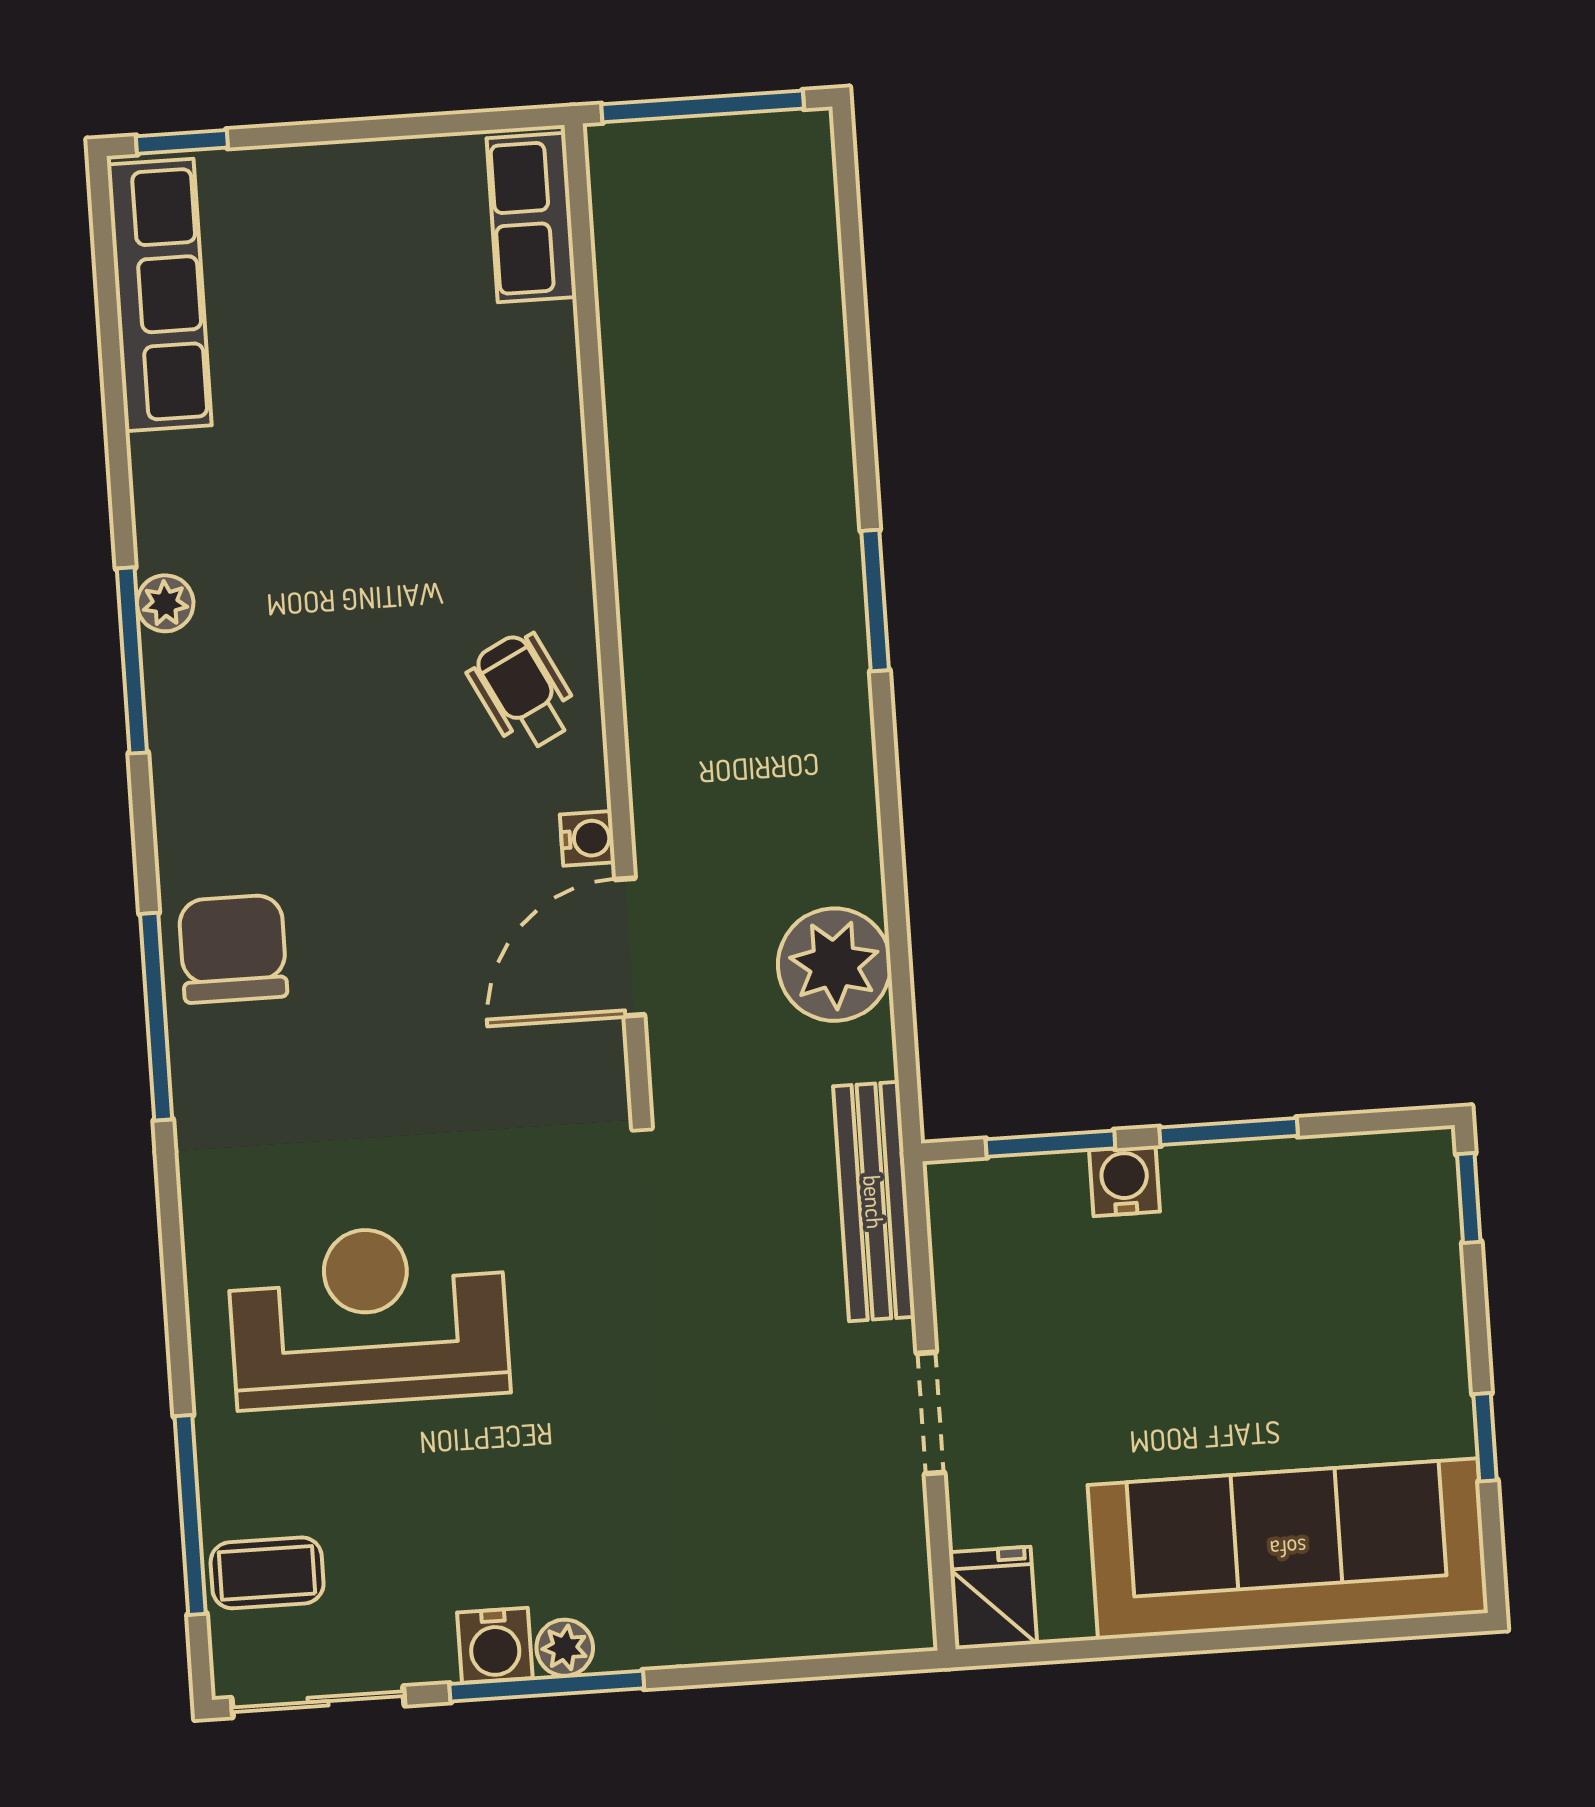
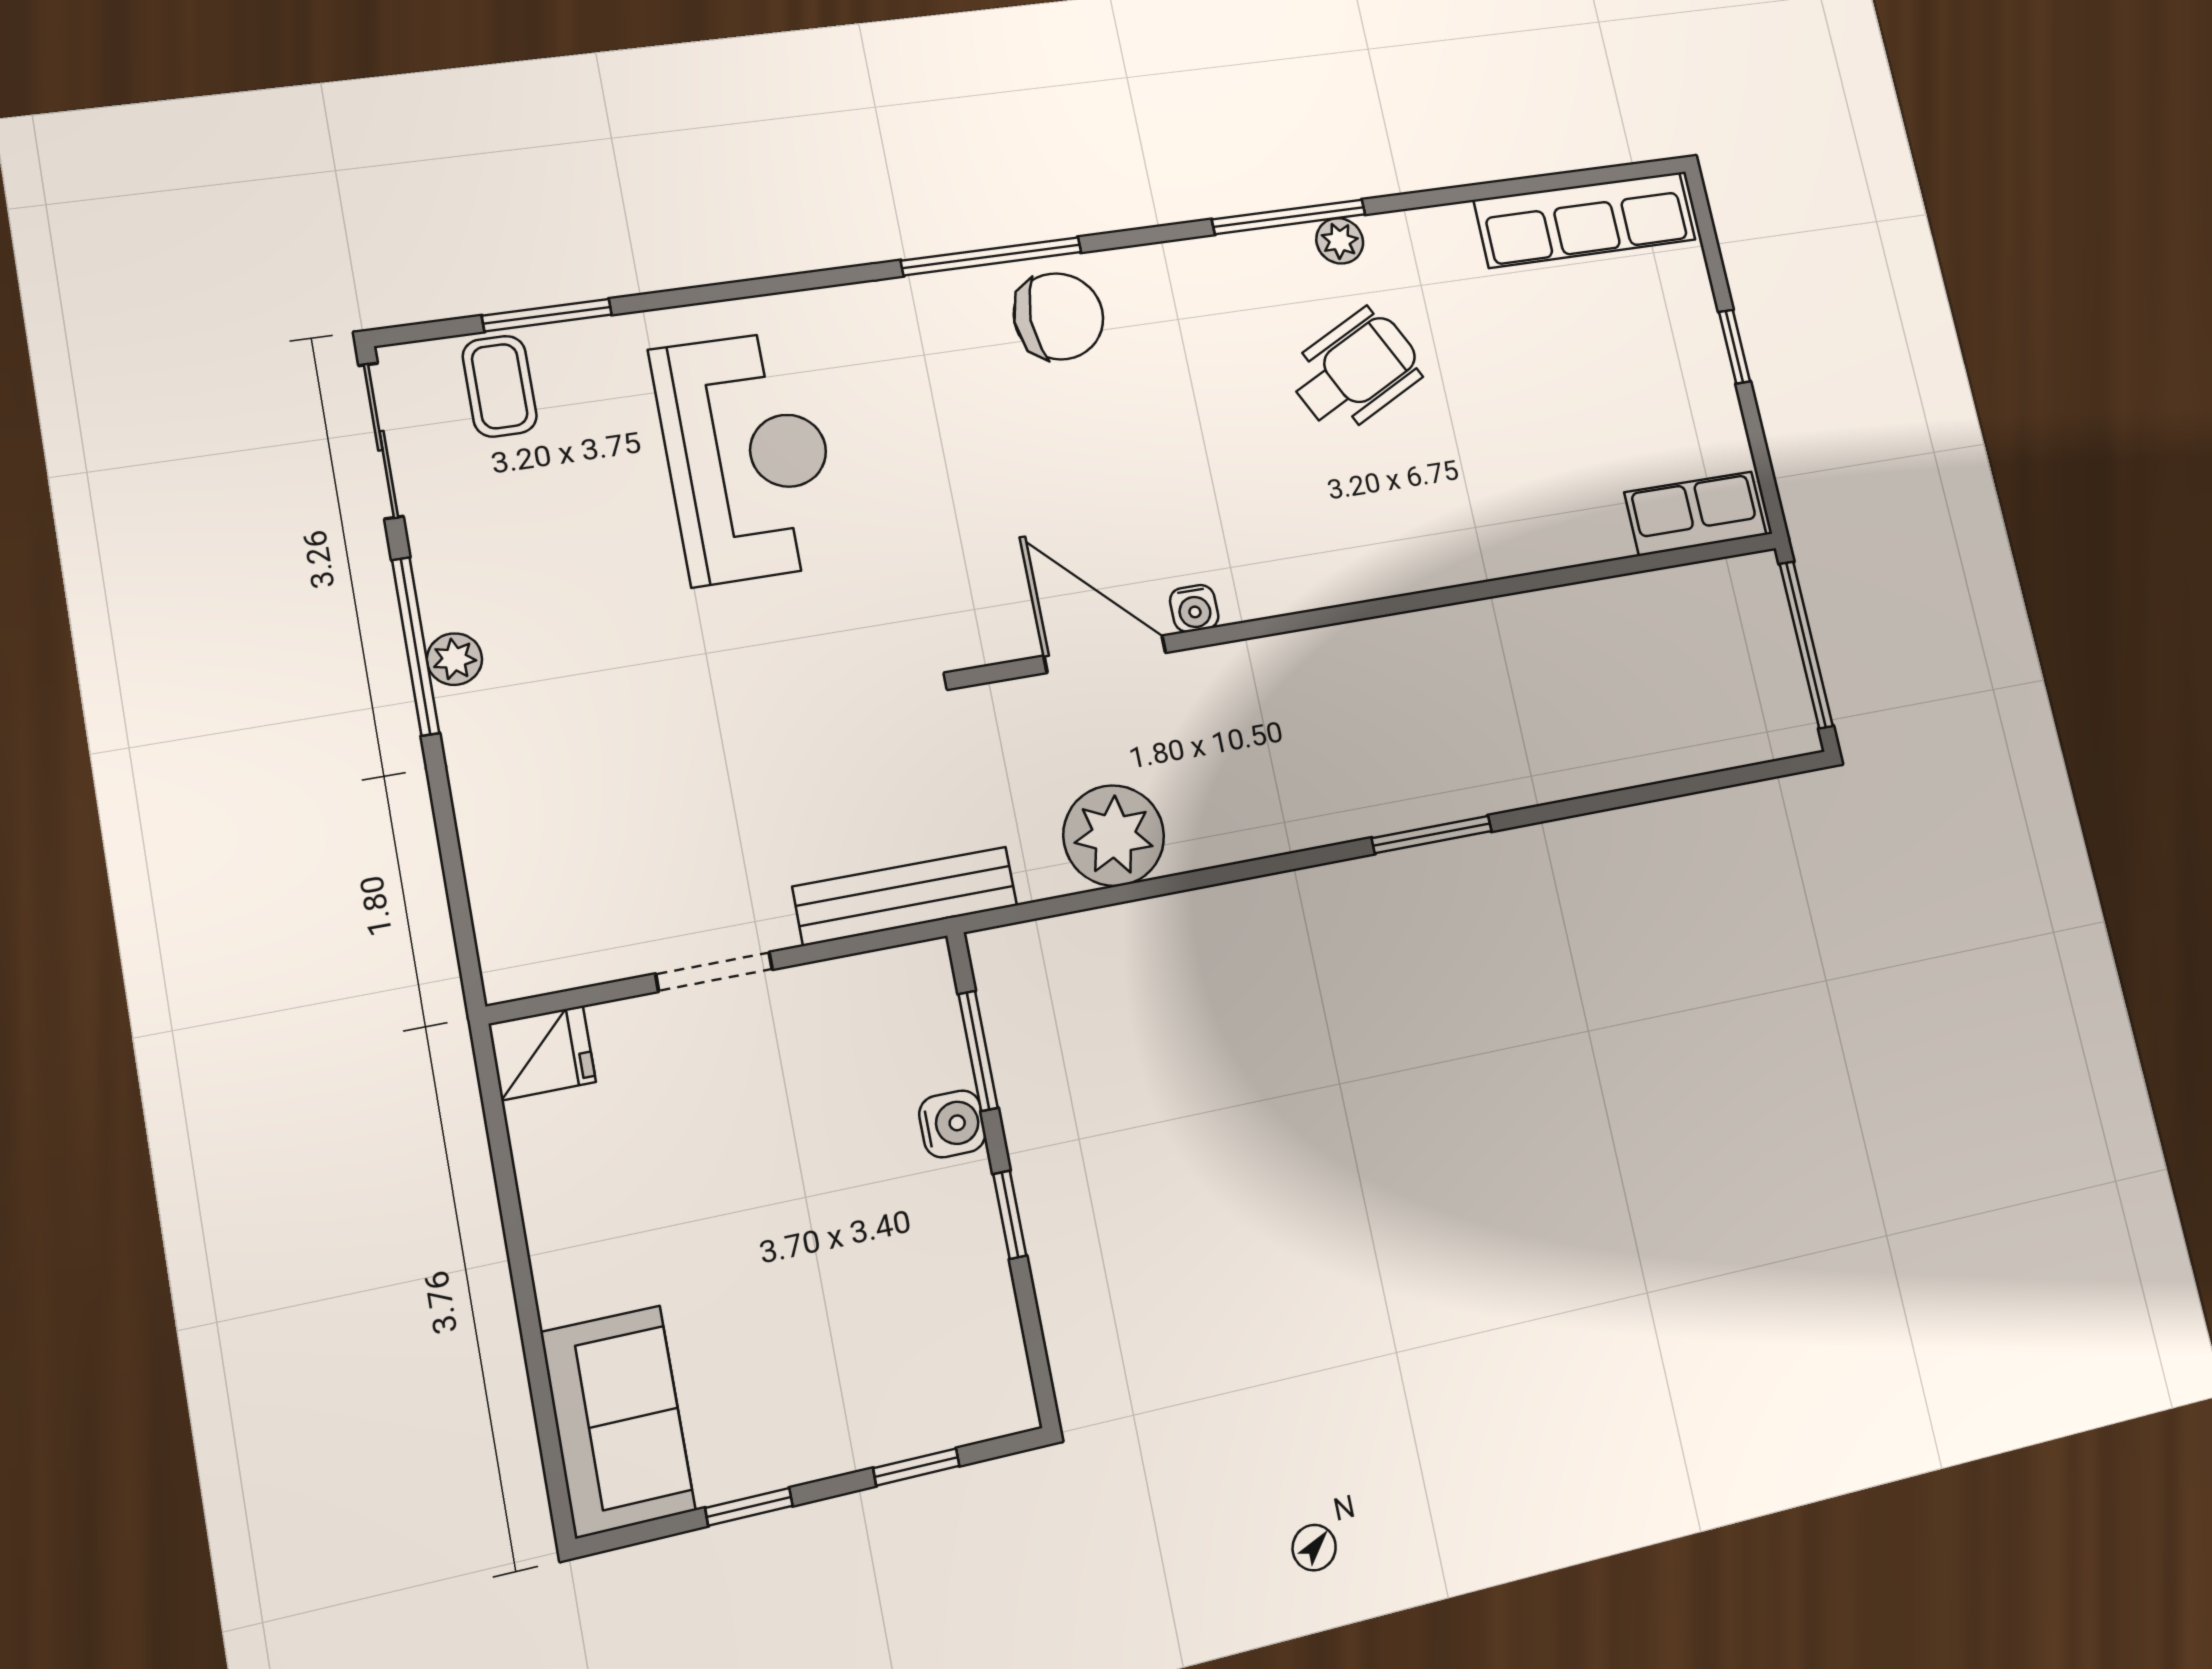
window: (182, 142) -> (1735, 347), moved
wheelchair: (523, 692) -> (1355, 371), moved, width x1.36, depth x1.37
window: (1229, 1132) -> (1010, 1215), width x0.67
window: (1469, 1198) -> (916, 1467), moved
window: (190, 1515) -> (547, 315), width x0.69
sofa: (1288, 1549) -> (618, 1421), width x0.54, depth x0.79
water cooler: (495, 1645) -> (451, 595), removed

